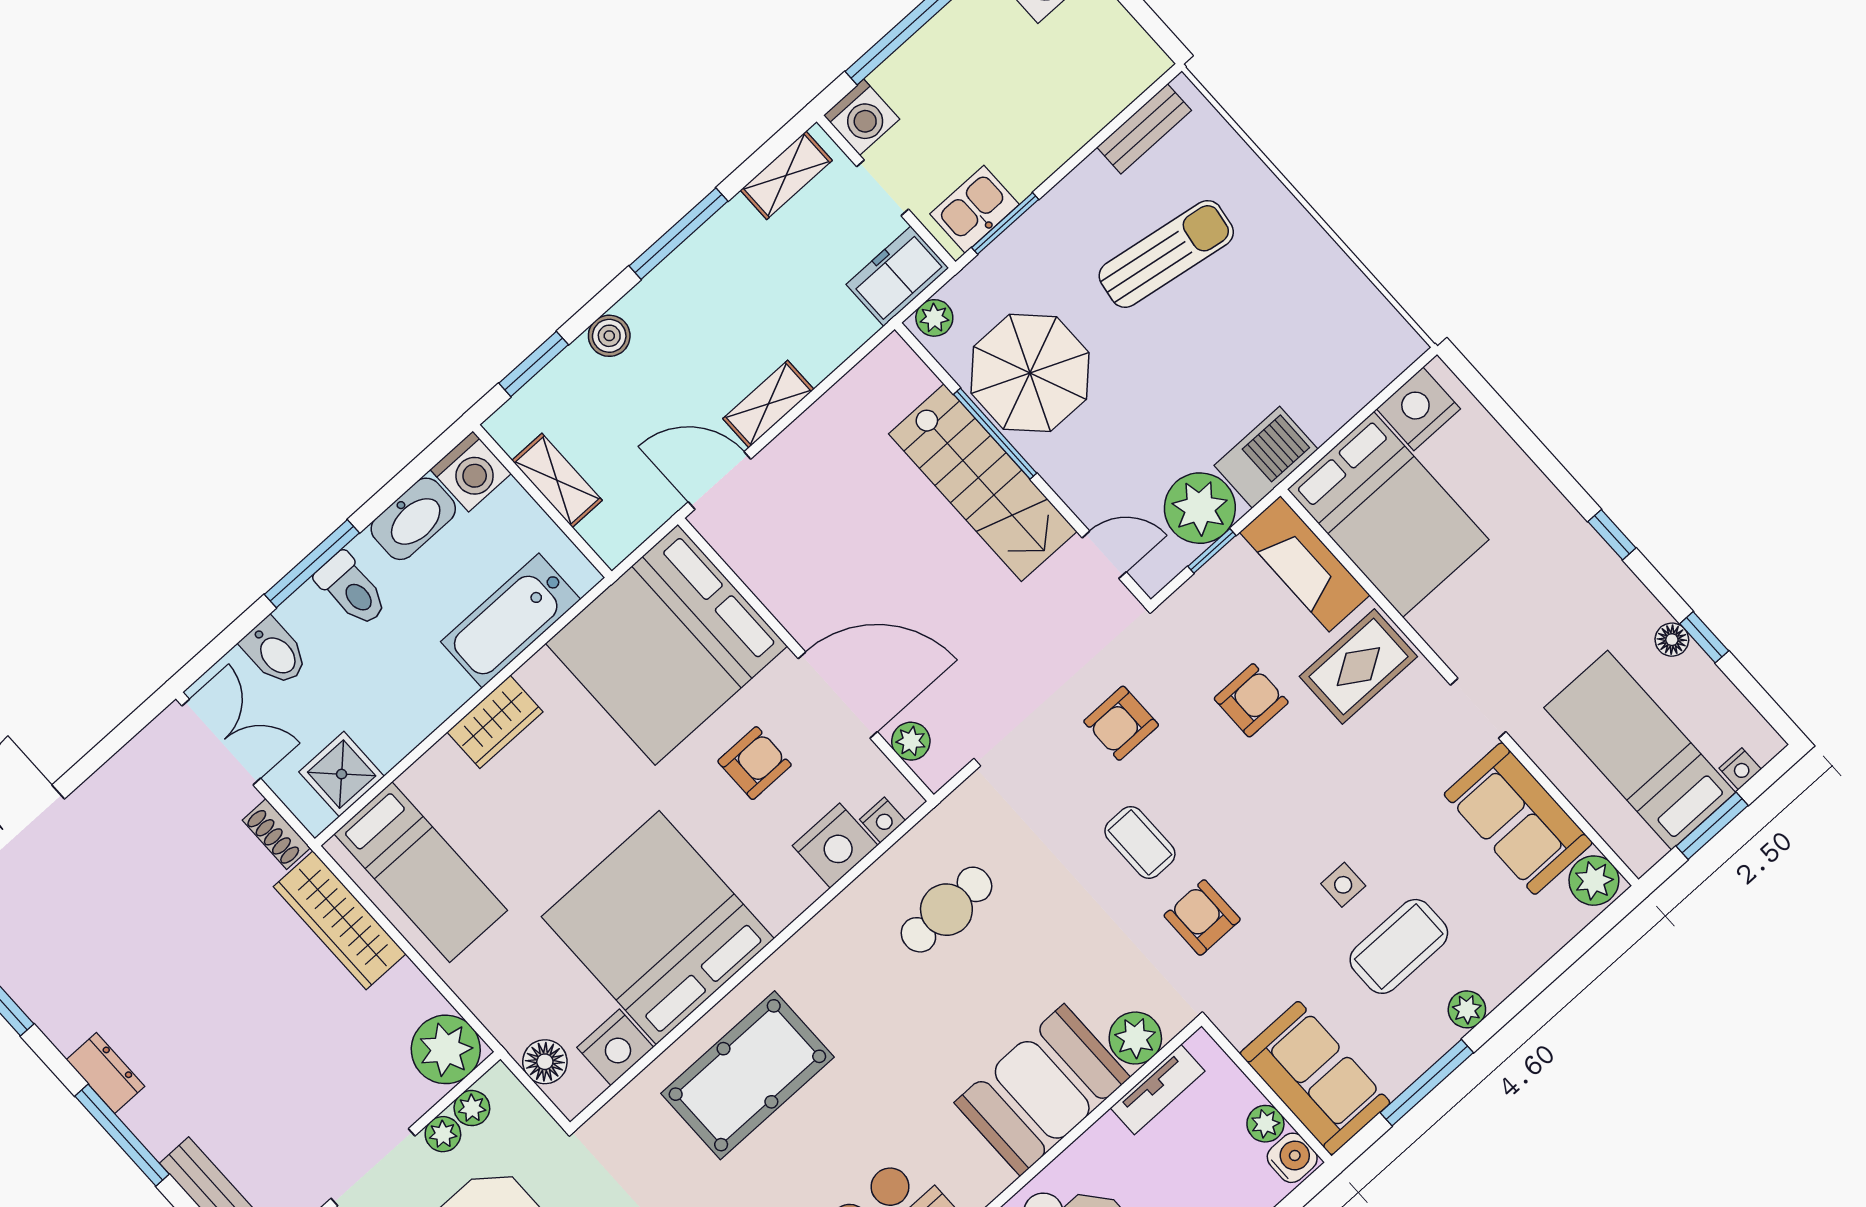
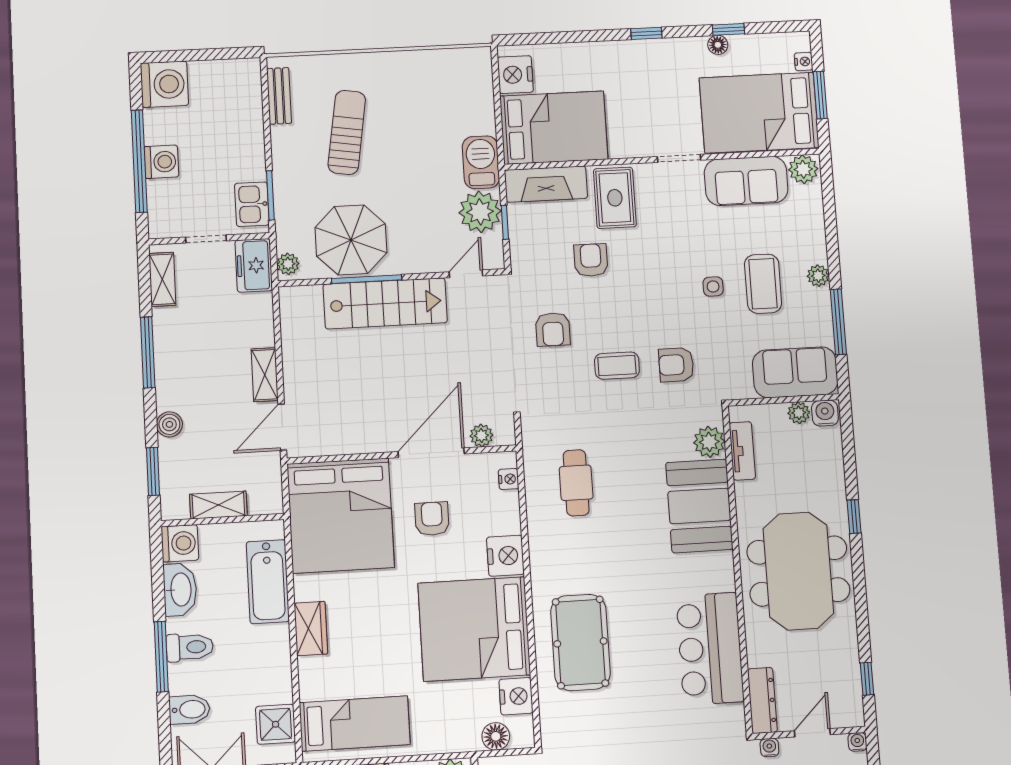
washing machine: (862, 117) -> (161, 162), moved
bed: (1640, 750) -> (759, 113), width x1.50
nightstand: (835, 846) -> (505, 556), moved

